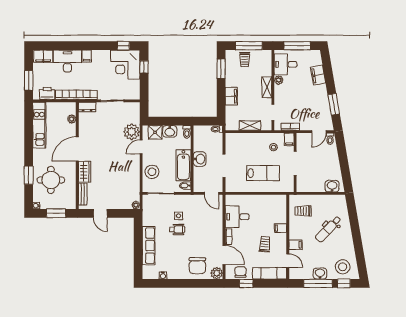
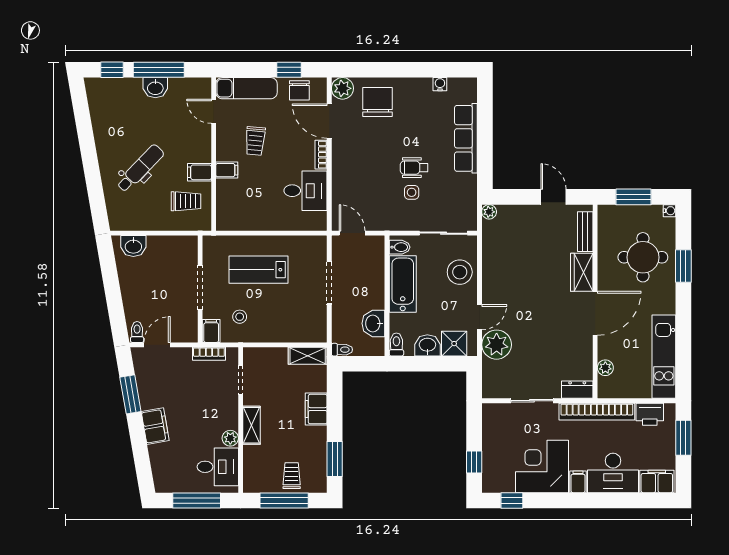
corner desk: (125, 65) -> (542, 466), moved, turned -90
filing cabinet: (318, 75) -> (155, 426), moved
shelving: (250, 126) -> (308, 356), moved
washbasin: (200, 159) -> (373, 323), moved
filing cabinet: (296, 245) -> (199, 172), moved
stool: (343, 267) -> (114, 100), removed

